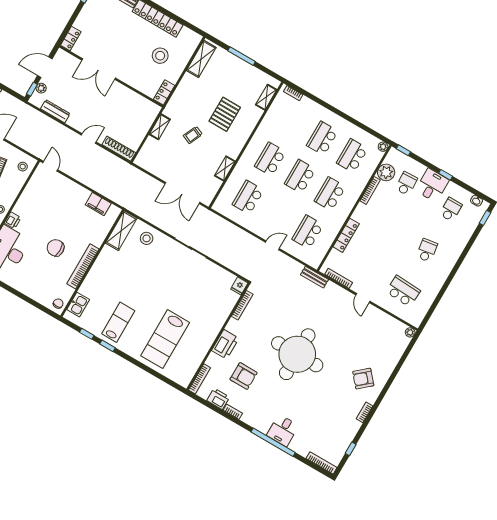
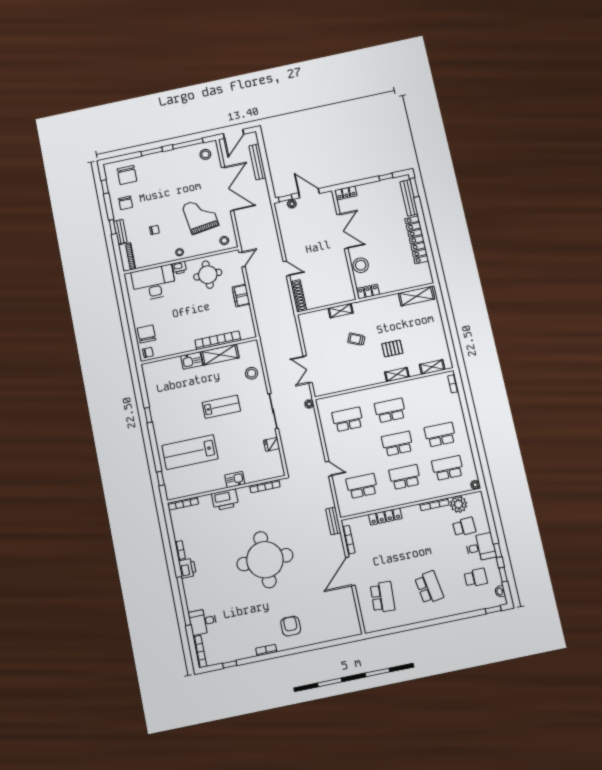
stool: (160, 56) -> (361, 265), moved
window: (242, 56) -> (445, 323), removed
double door: (99, 69) -> (342, 231), swing flipped
dresser: (55, 111) -> (284, 228), removed
pallet: (225, 114) -> (392, 348), width x0.67, depth x0.71
window: (403, 150) -> (503, 575), moved
shelving: (225, 169) -> (397, 375), moved
double door: (182, 193) -> (308, 369), width x0.73
round table: (38, 203) -> (208, 275), added
filing cabinet: (98, 204) -> (241, 296), moved
shelving: (121, 231) -> (220, 355), moved
chair: (56, 248) -> (146, 334), moved
school desk: (427, 250) -> (429, 587), width x1.85
bookcase: (83, 266) -> (218, 340), moved
fridge: (239, 286) -> (272, 444), moved
door: (363, 298) -> (350, 571), width x1.88
kitchen sink: (78, 305) -> (192, 361), moved
lab bench: (118, 322) -> (221, 407), moved
kitchen sink: (217, 323) -> (235, 480), added
plant: (410, 332) -> (309, 404), moved
window: (87, 334) -> (160, 479), moved
armchair: (244, 376) -> (214, 534), removed
armchair: (363, 379) -> (291, 626), turned 41
printer: (218, 399) -> (187, 568), moved
desk: (283, 430) -> (203, 622), moved

